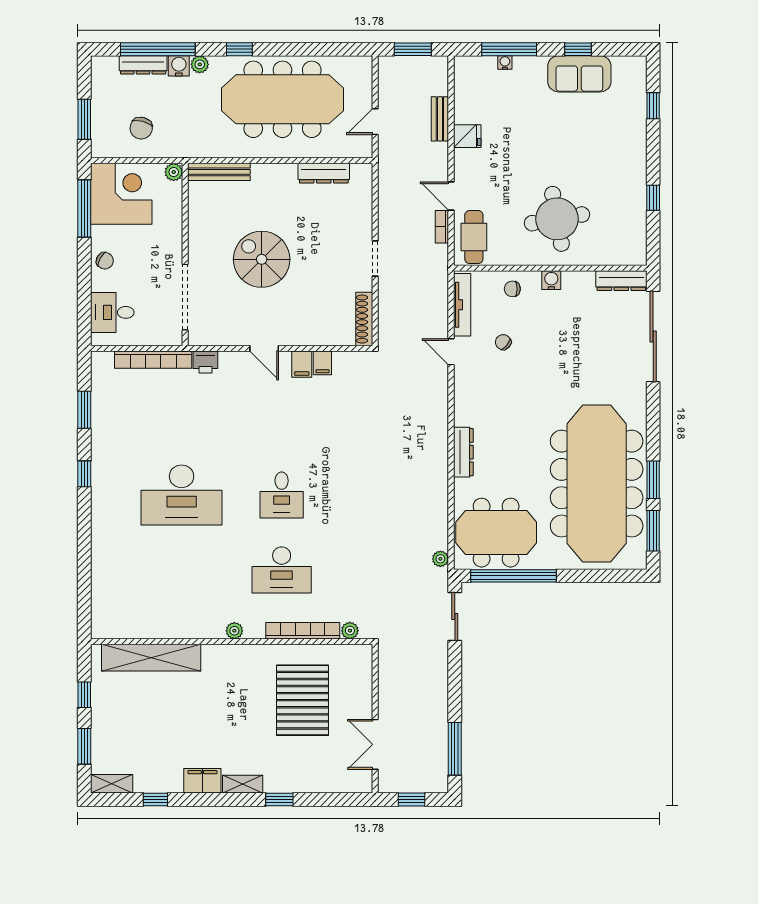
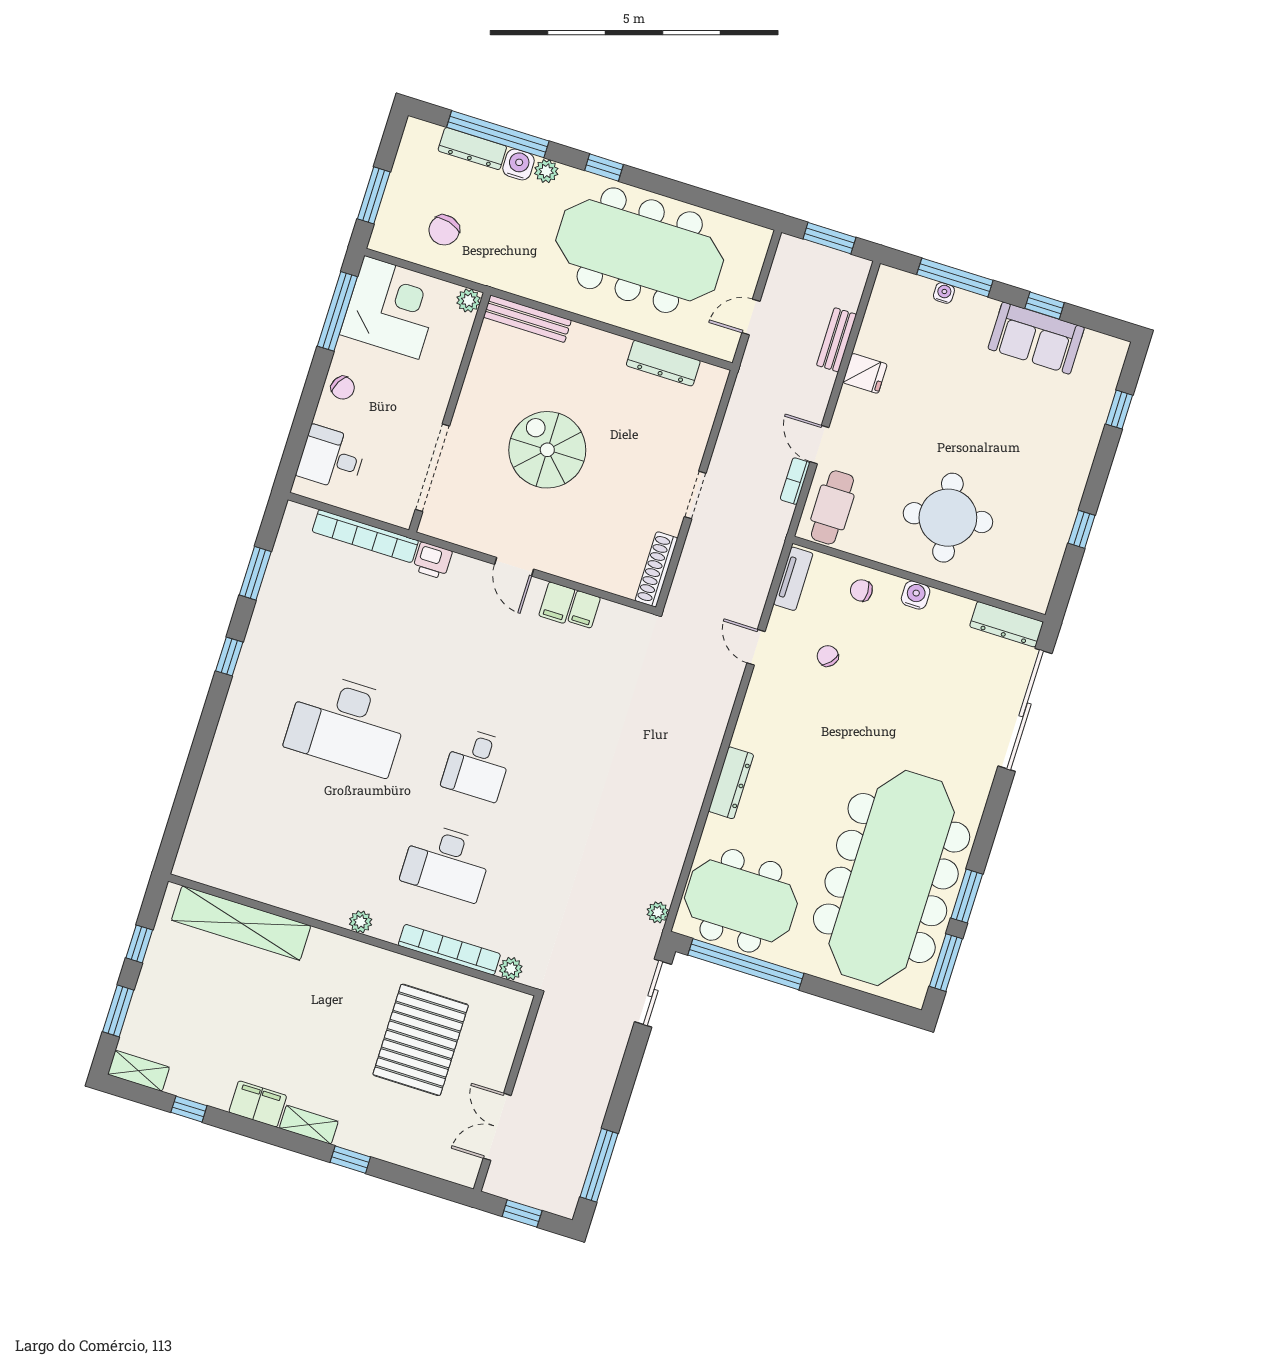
tv unit: (462, 305) -> (793, 579), width x0.71

